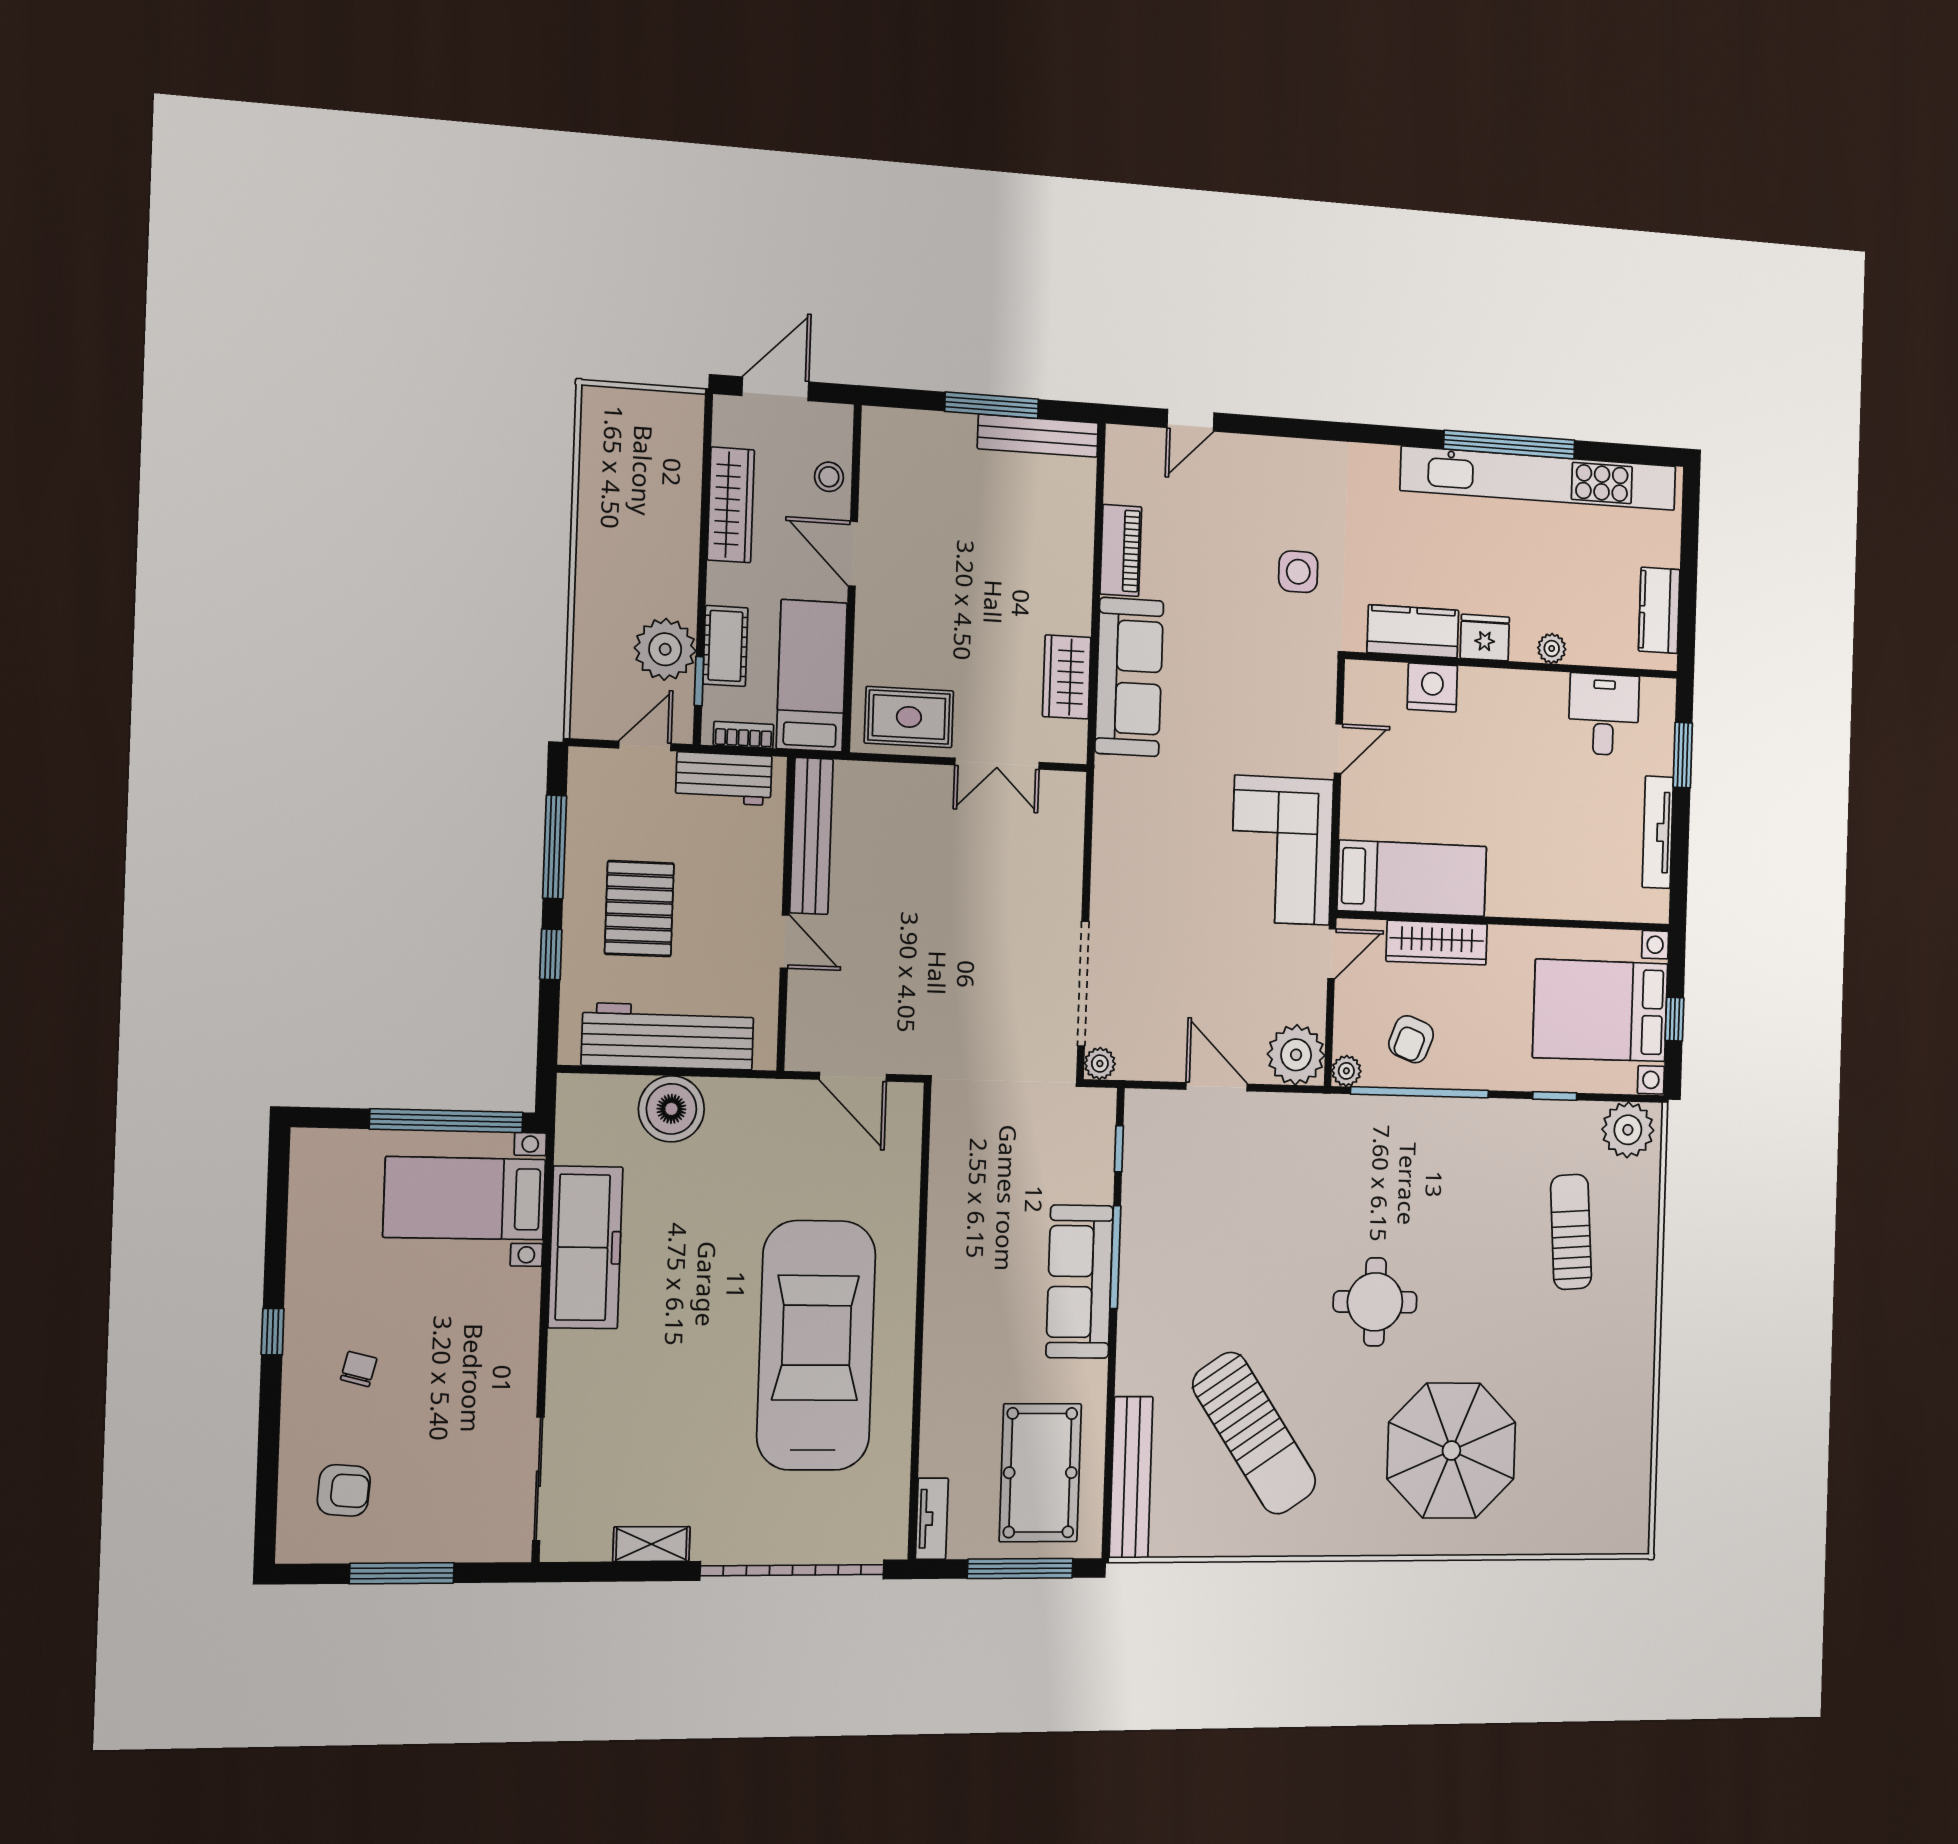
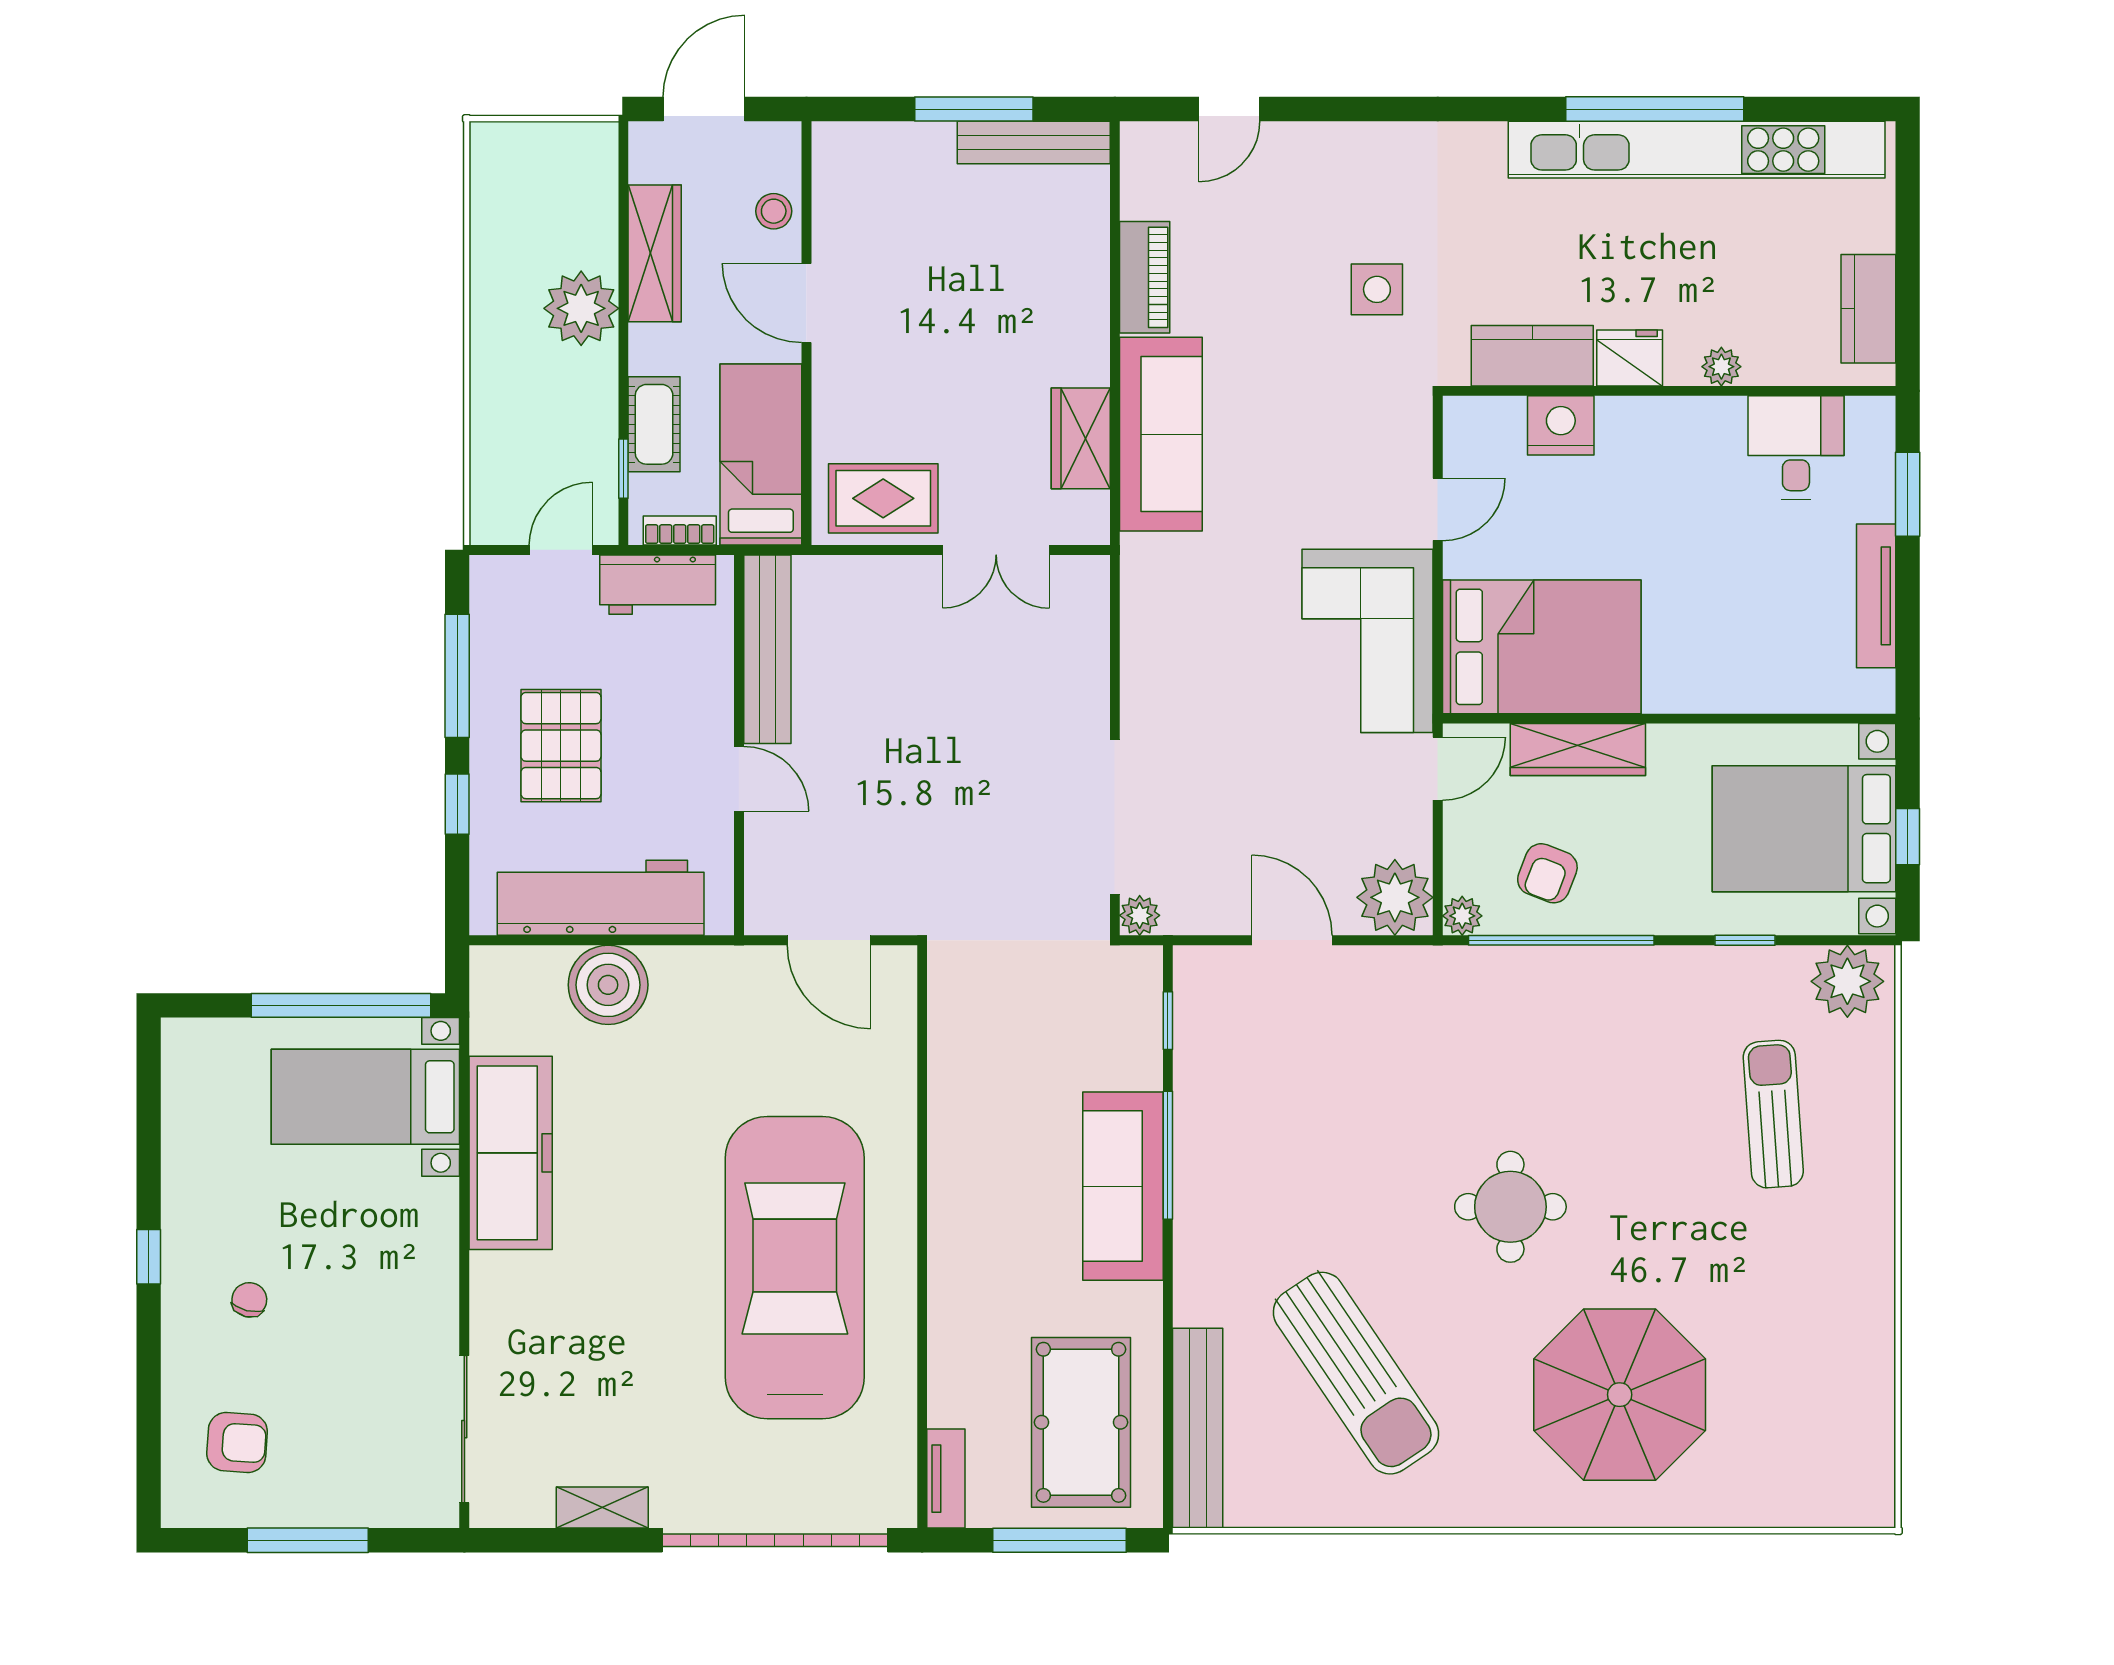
plant: (665, 649) -> (581, 308), moved
bed: (1412, 878) -> (1542, 647), width x1.50

